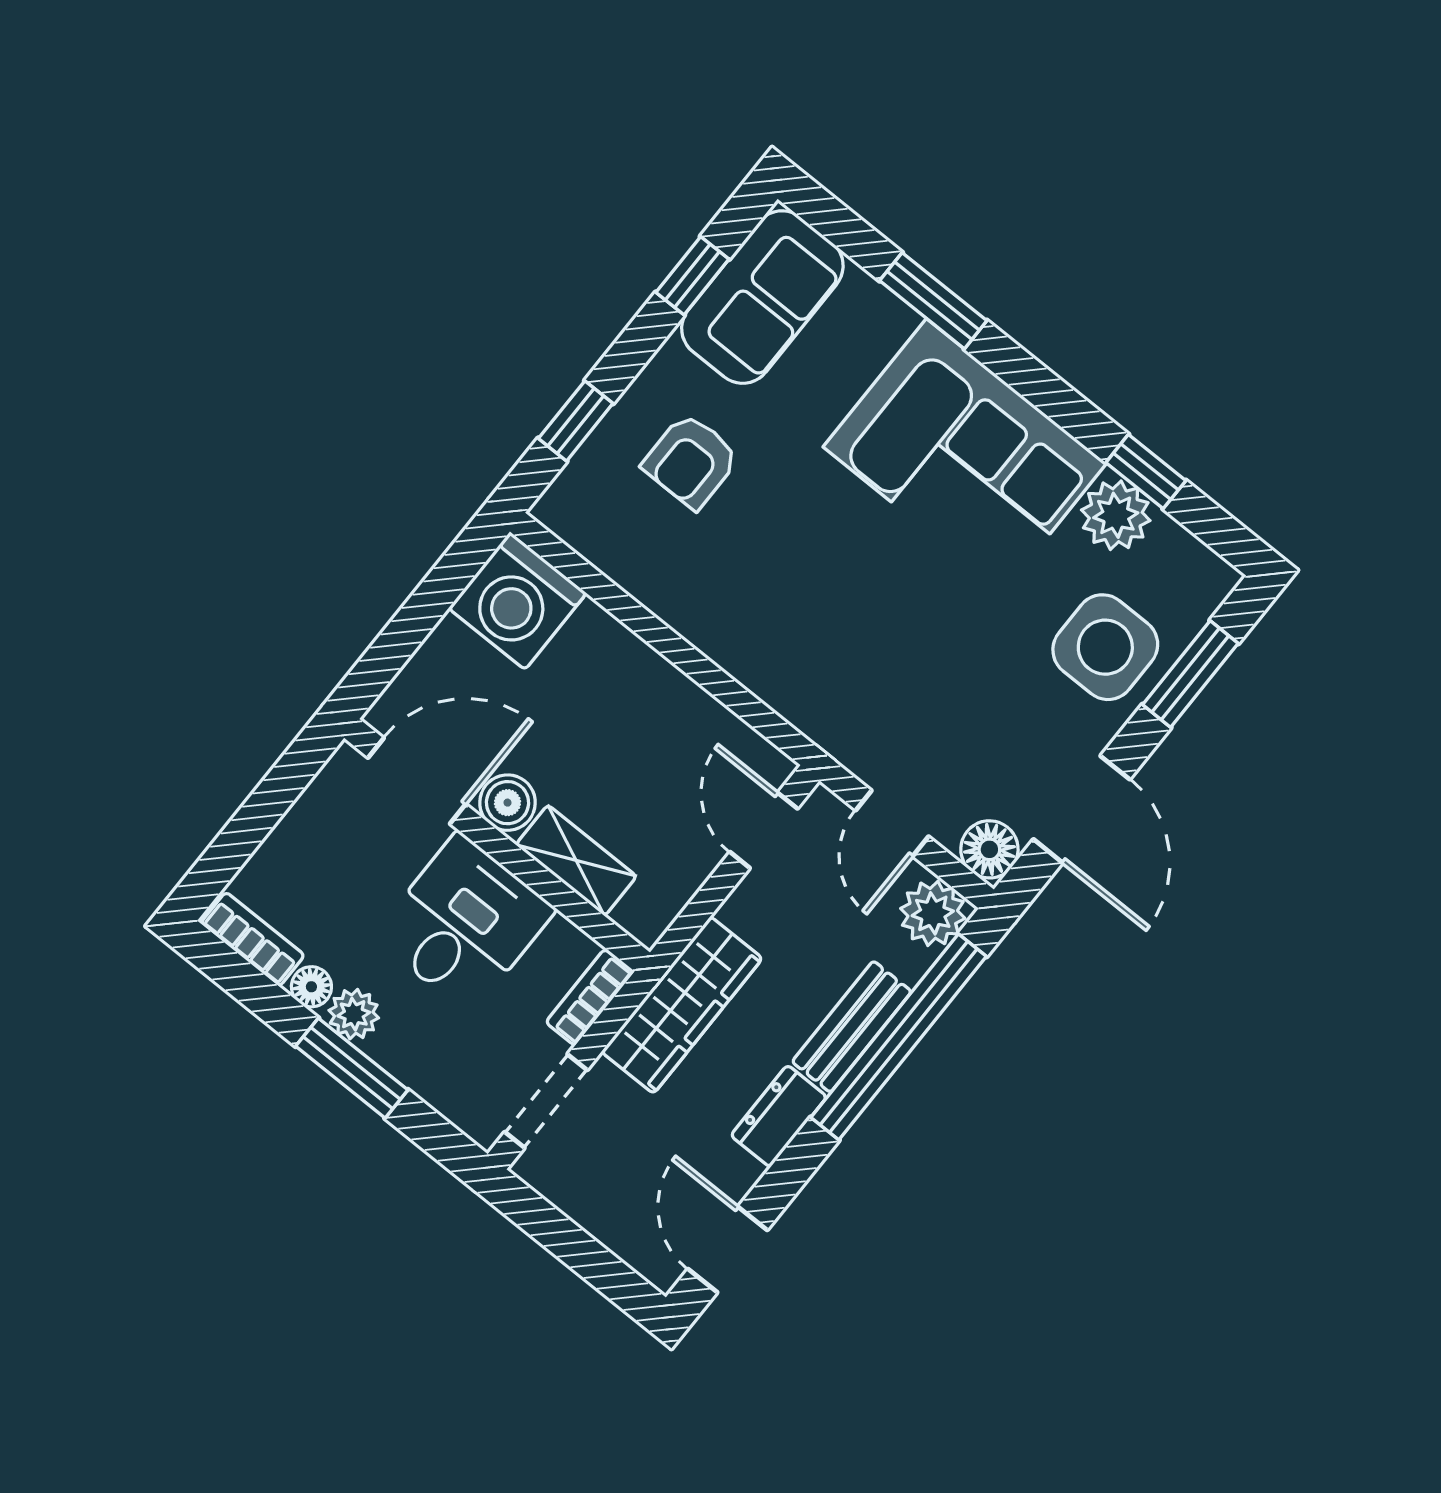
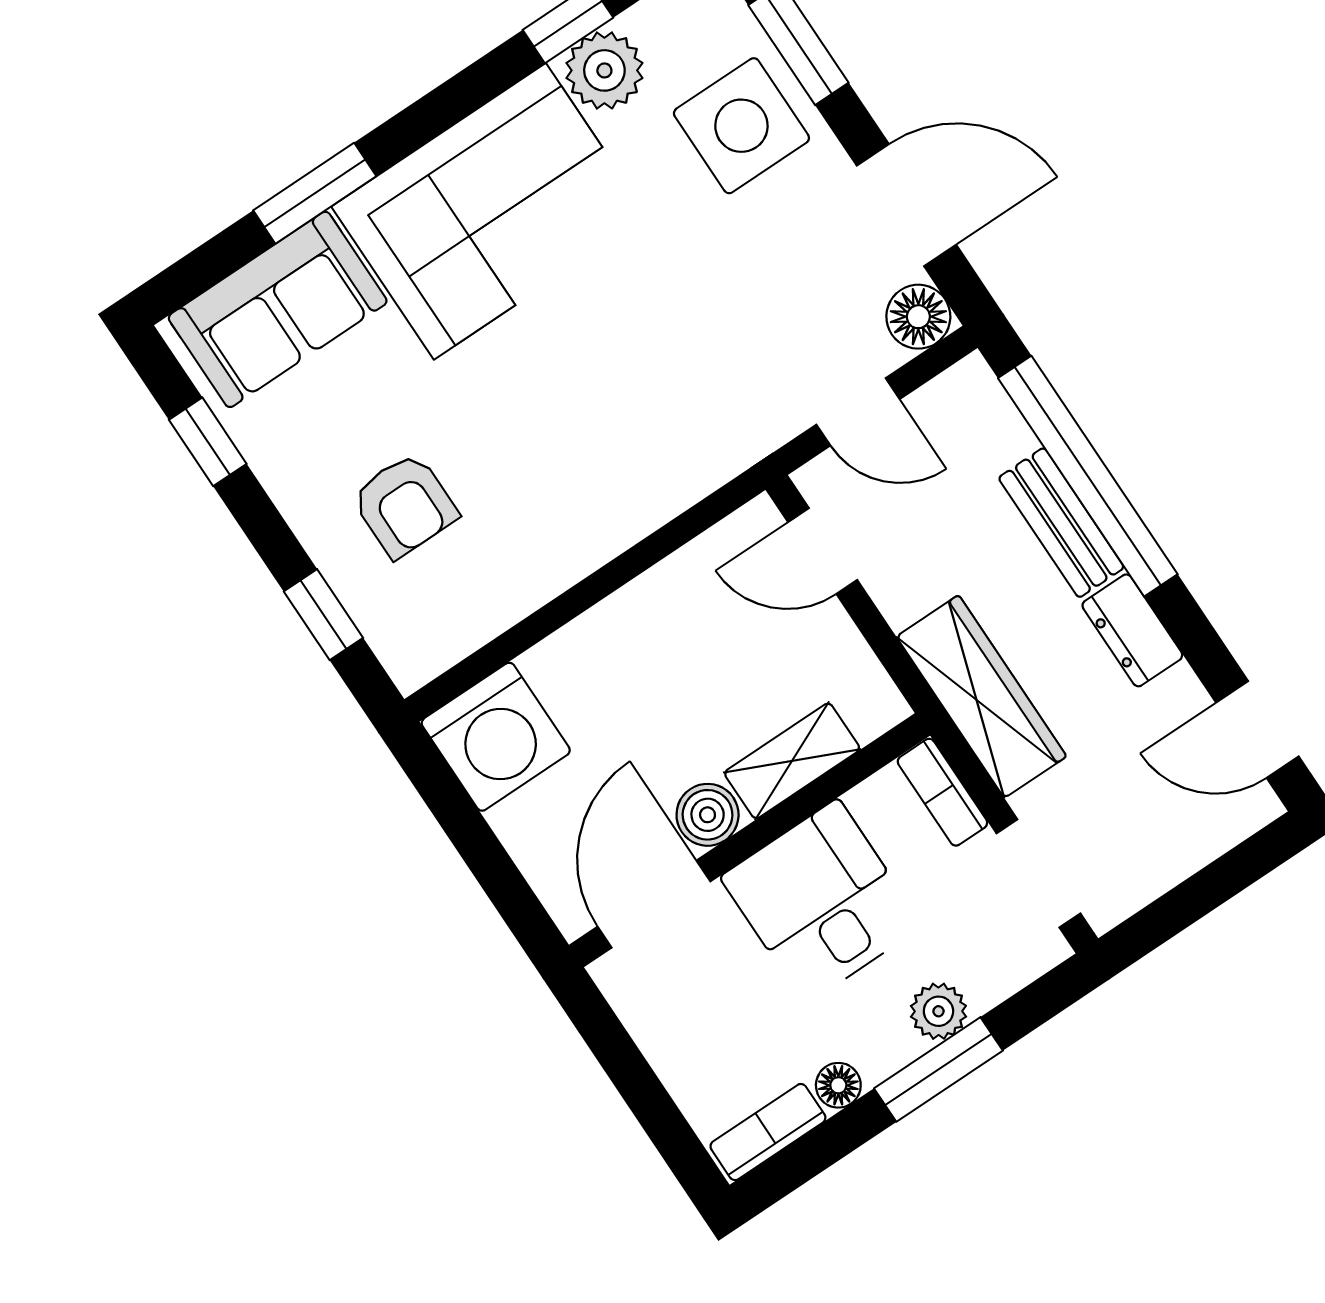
sofa: (762, 297) -> (278, 309), moved, turned 90
plant: (933, 913) -> (968, 398), removed
plant: (354, 1014) -> (938, 1011), moved

